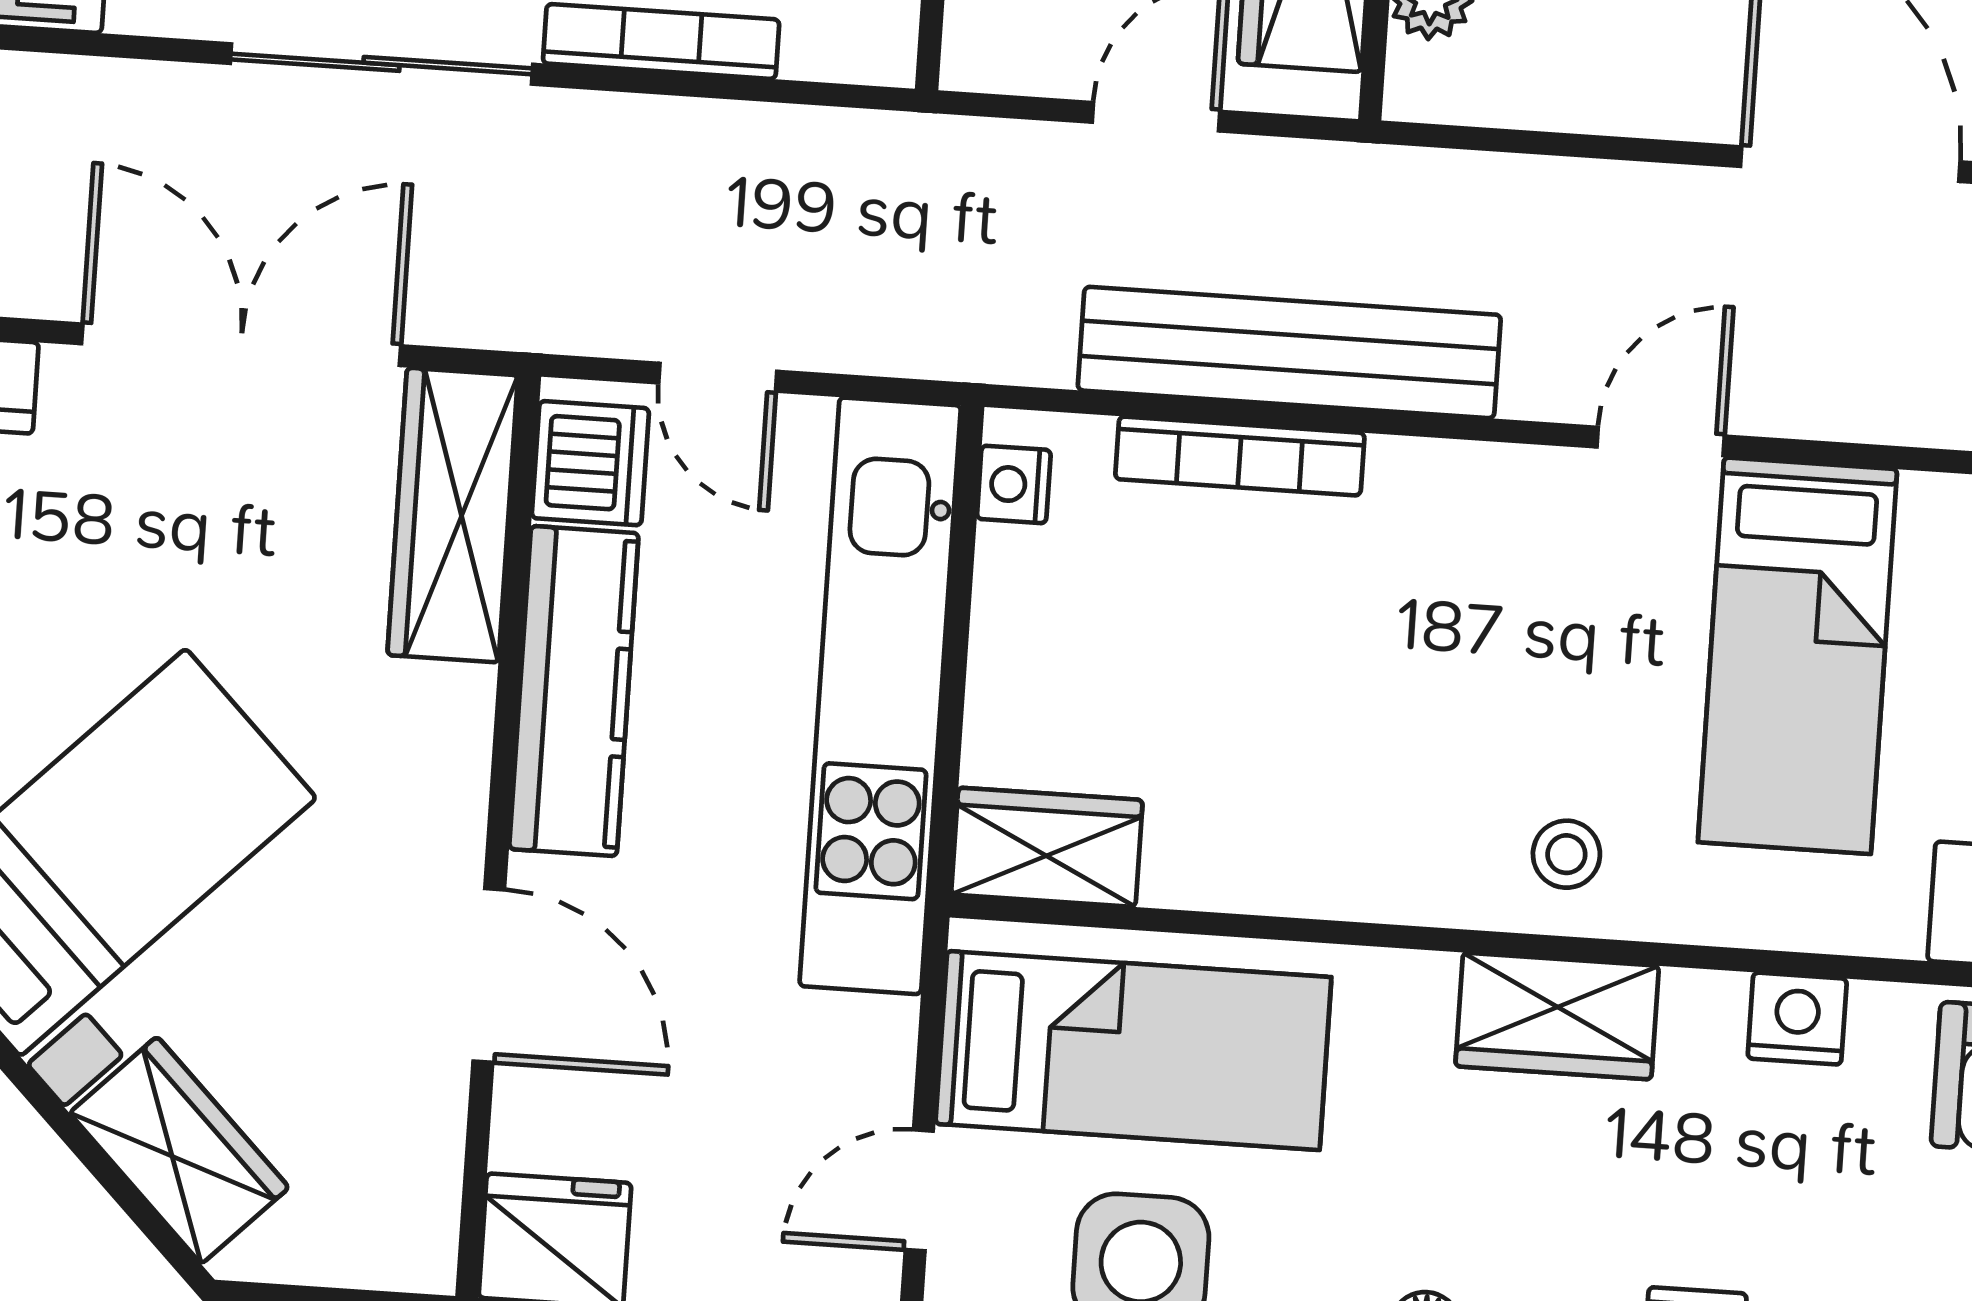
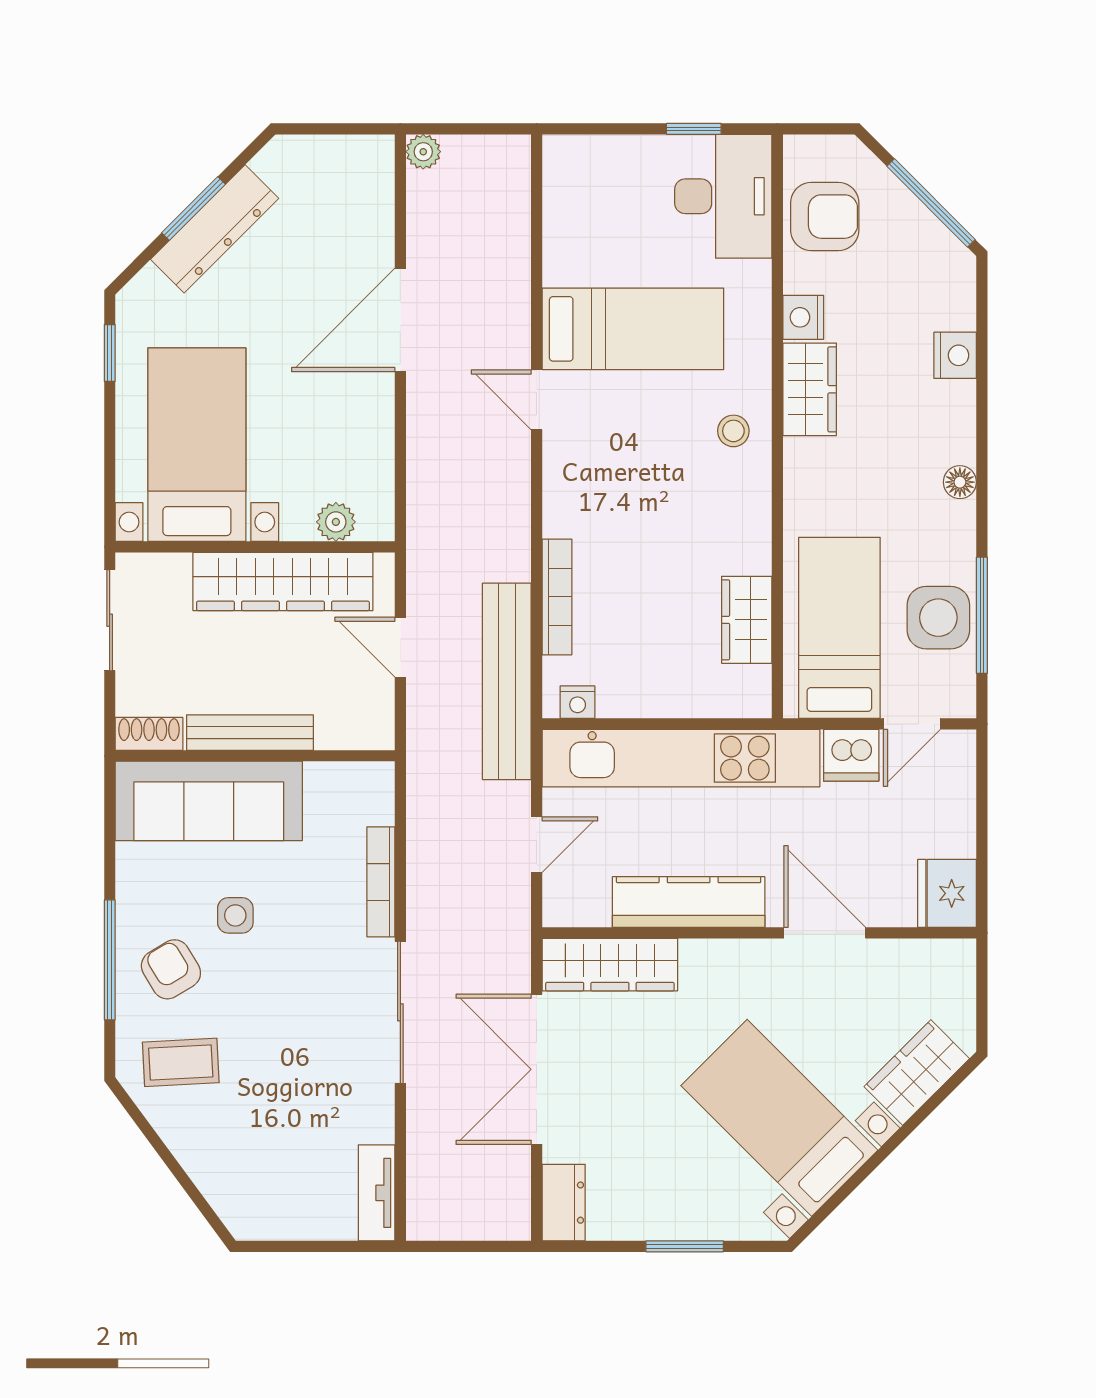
bench: (1289, 353) -> (507, 681), moved
dishwasher: (590, 463) -> (851, 755), moved, turned 180
wardrobe: (1047, 847) -> (747, 620), moved
door: (489, 975) -> (825, 933), hinge flipped
wardrobe: (1557, 1016) -> (810, 389), moved
door: (919, 1190) -> (912, 724), hinge flipped

